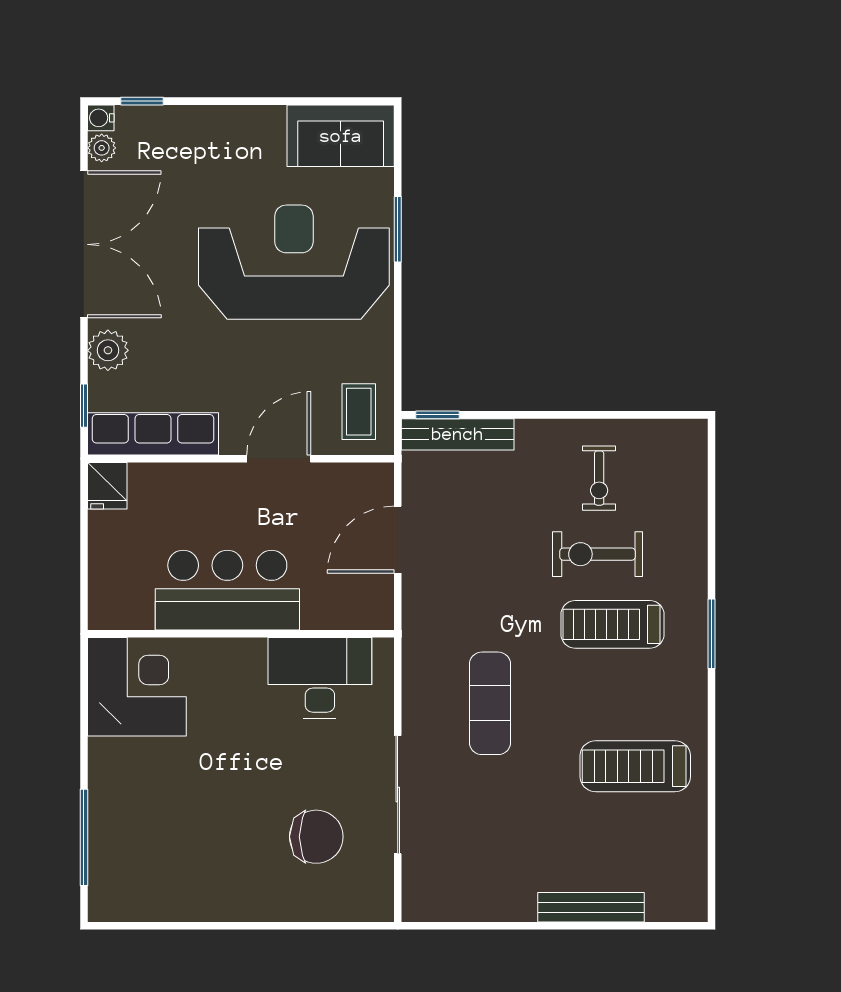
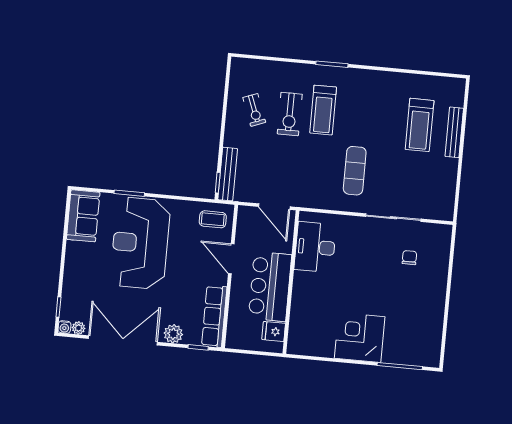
exercise bike: (599, 478) -> (254, 110), turned 69
fridge: (107, 486) -> (274, 331), moved, turned 180
bar counter: (227, 590) -> (270, 287), moved
wall: (241, 634) -> (291, 282), moved
desk: (320, 678) -> (315, 247), moved
corner desk: (137, 687) -> (360, 337), moved
exercise mat: (490, 703) -> (355, 171), turned 90
treadmill: (635, 766) -> (420, 125), moved
chair: (316, 837) -> (409, 258), width x0.54, depth x0.54

